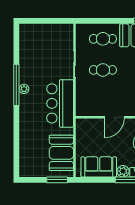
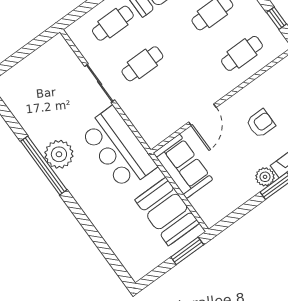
plant: (24, 89) -> (59, 154), width x1.87, depth x1.87
sofa: (99, 167) -> (183, 166), moved, turned 90

